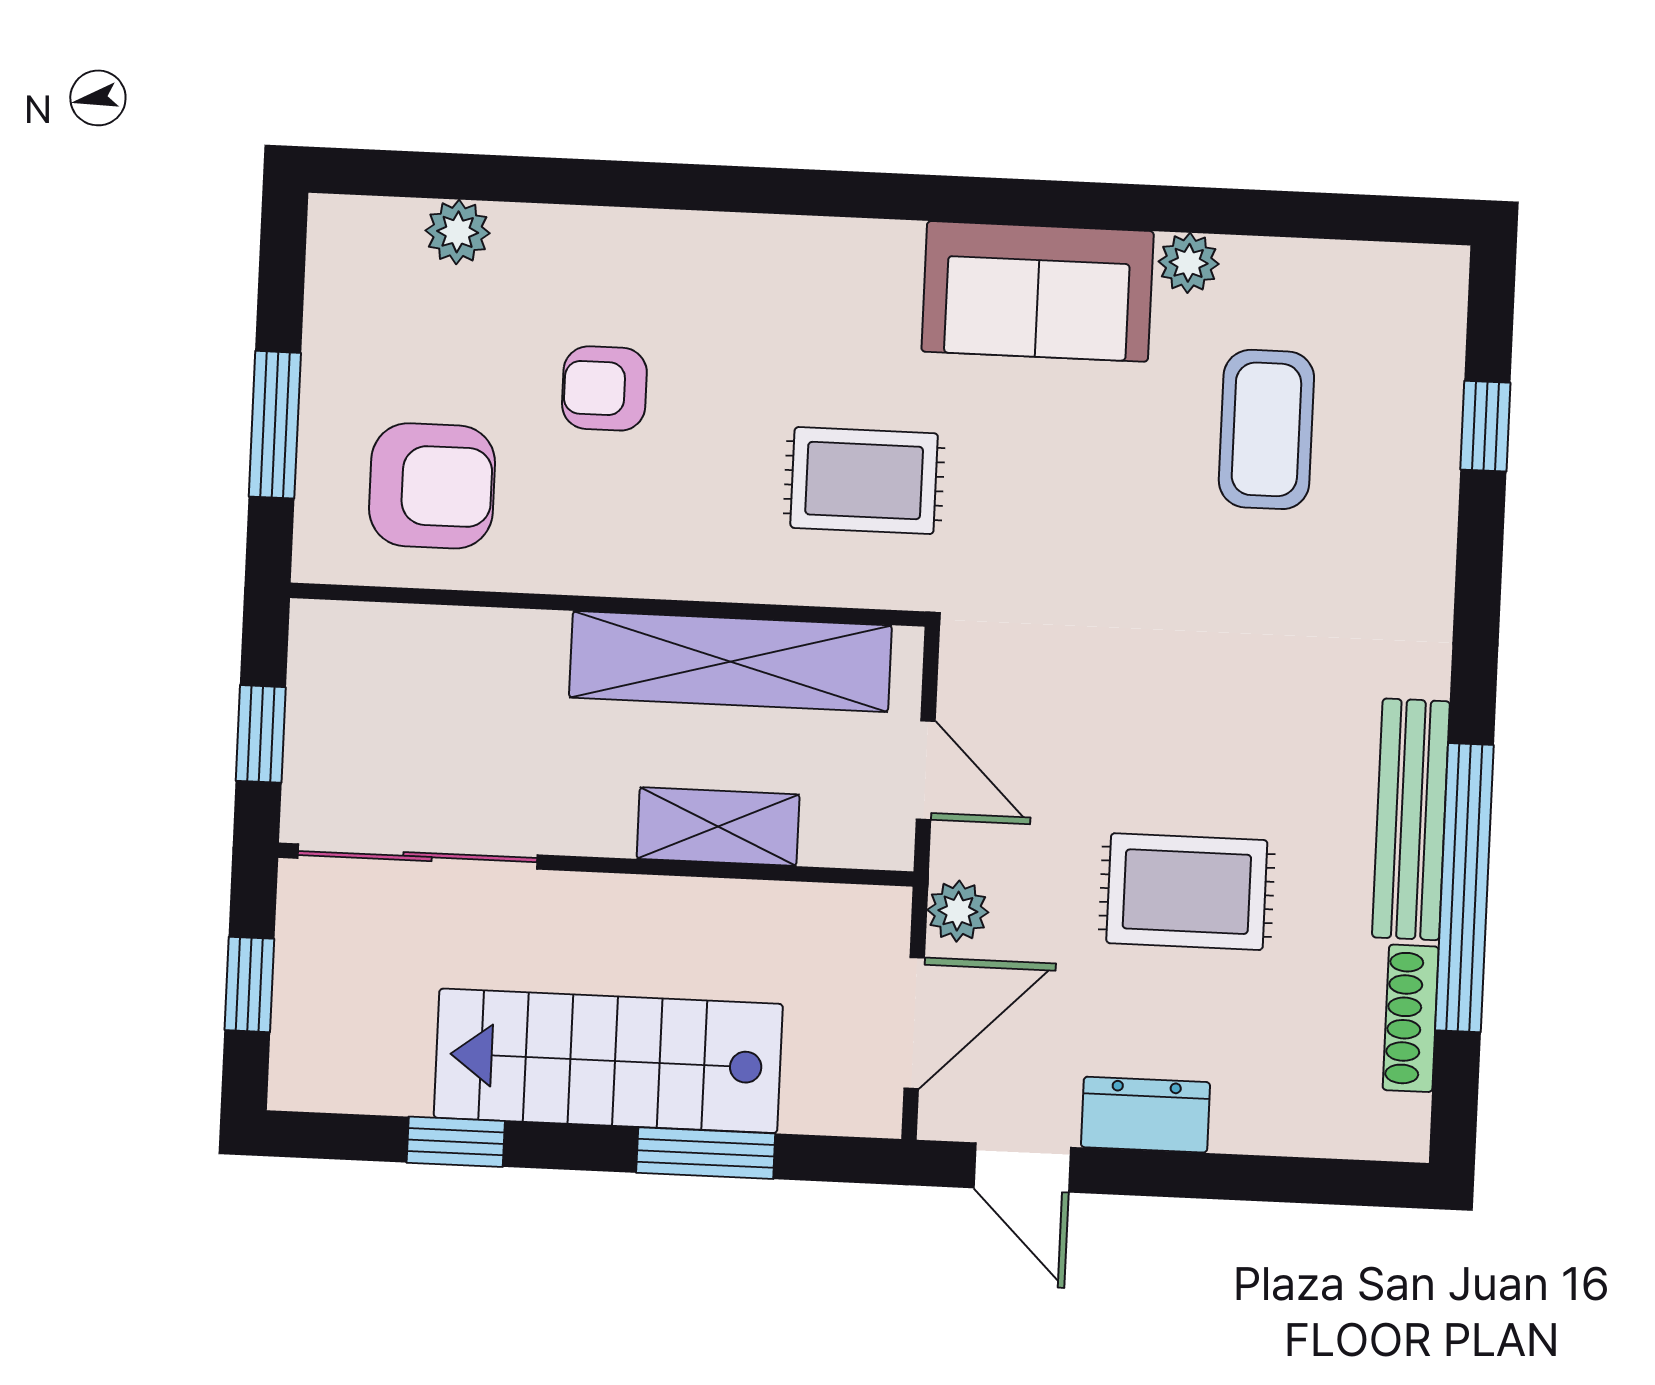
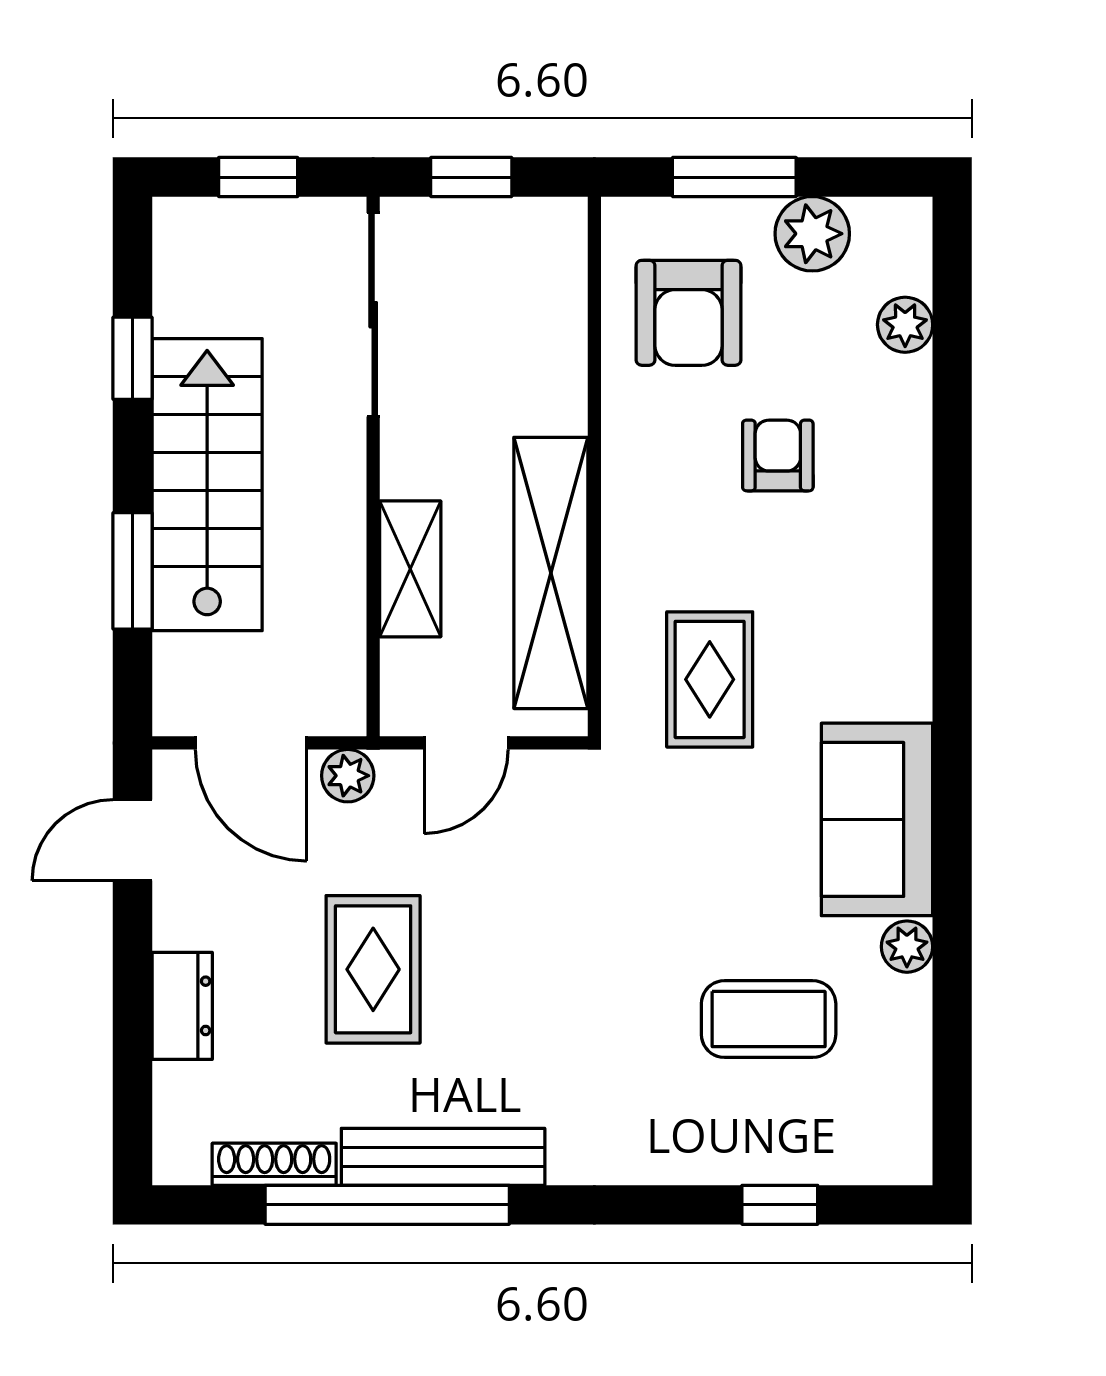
plant: (346, 336) -> (812, 234), added
dresser: (1145, 1115) -> (182, 1006), moved

